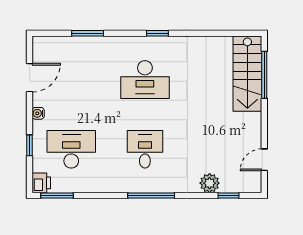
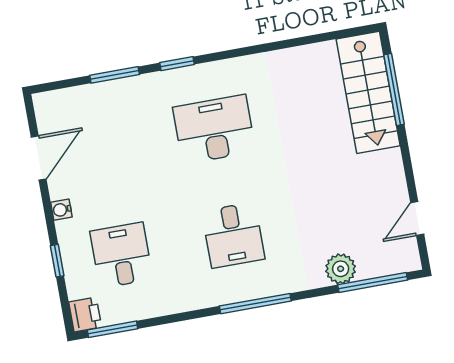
window: (157, 33) -> (177, 64), moved
desk: (145, 80) -> (214, 129), turned 180
desk: (71, 149) -> (121, 255), width x0.73
desk: (145, 149) -> (233, 235), turned 180
window: (228, 196) -> (373, 282), width x2.17

